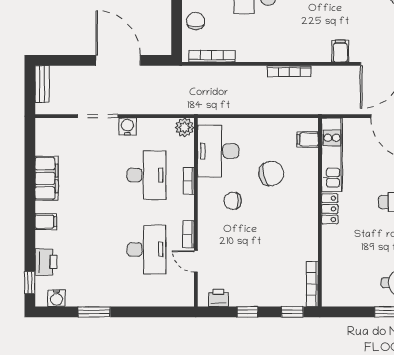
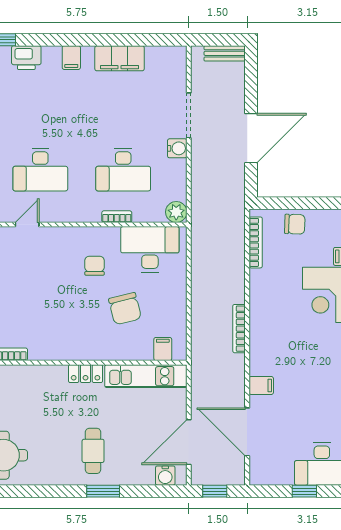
bookcase: (189, 234) -> (57, 216), removed

